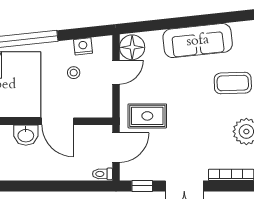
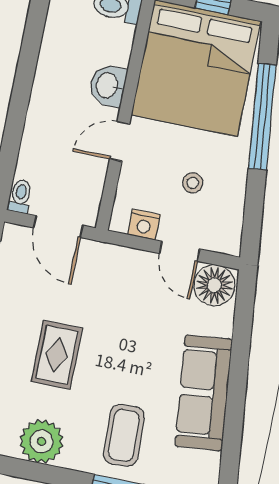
nightstand: (83, 46) -> (144, 225), moved, turned 96
rug: (147, 116) -> (57, 355), moved
door: (58, 121) -> (120, 141), width x0.73

